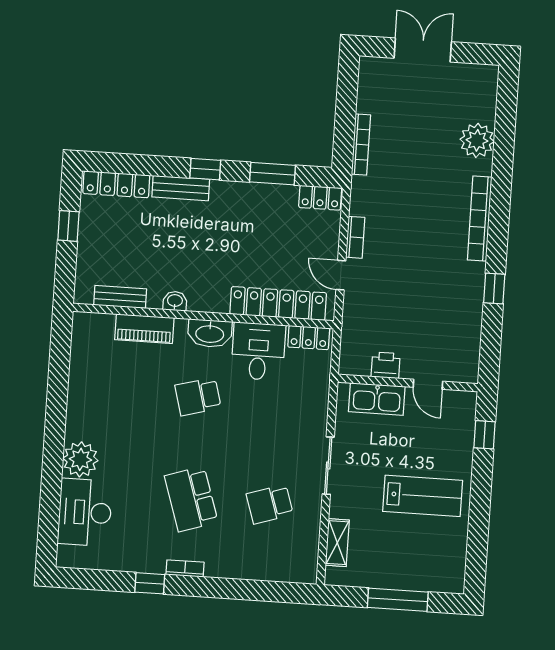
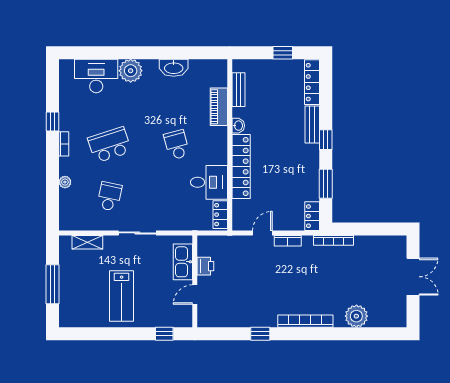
bookcase: (361, 145) -> (333, 240), moved
locker: (278, 303) -> (241, 166), moved
washbasin: (210, 333) -> (174, 68), moved, turned -90
school desk: (270, 504) -> (110, 196), turned 30
plant: (243, 571) -> (65, 182), added

